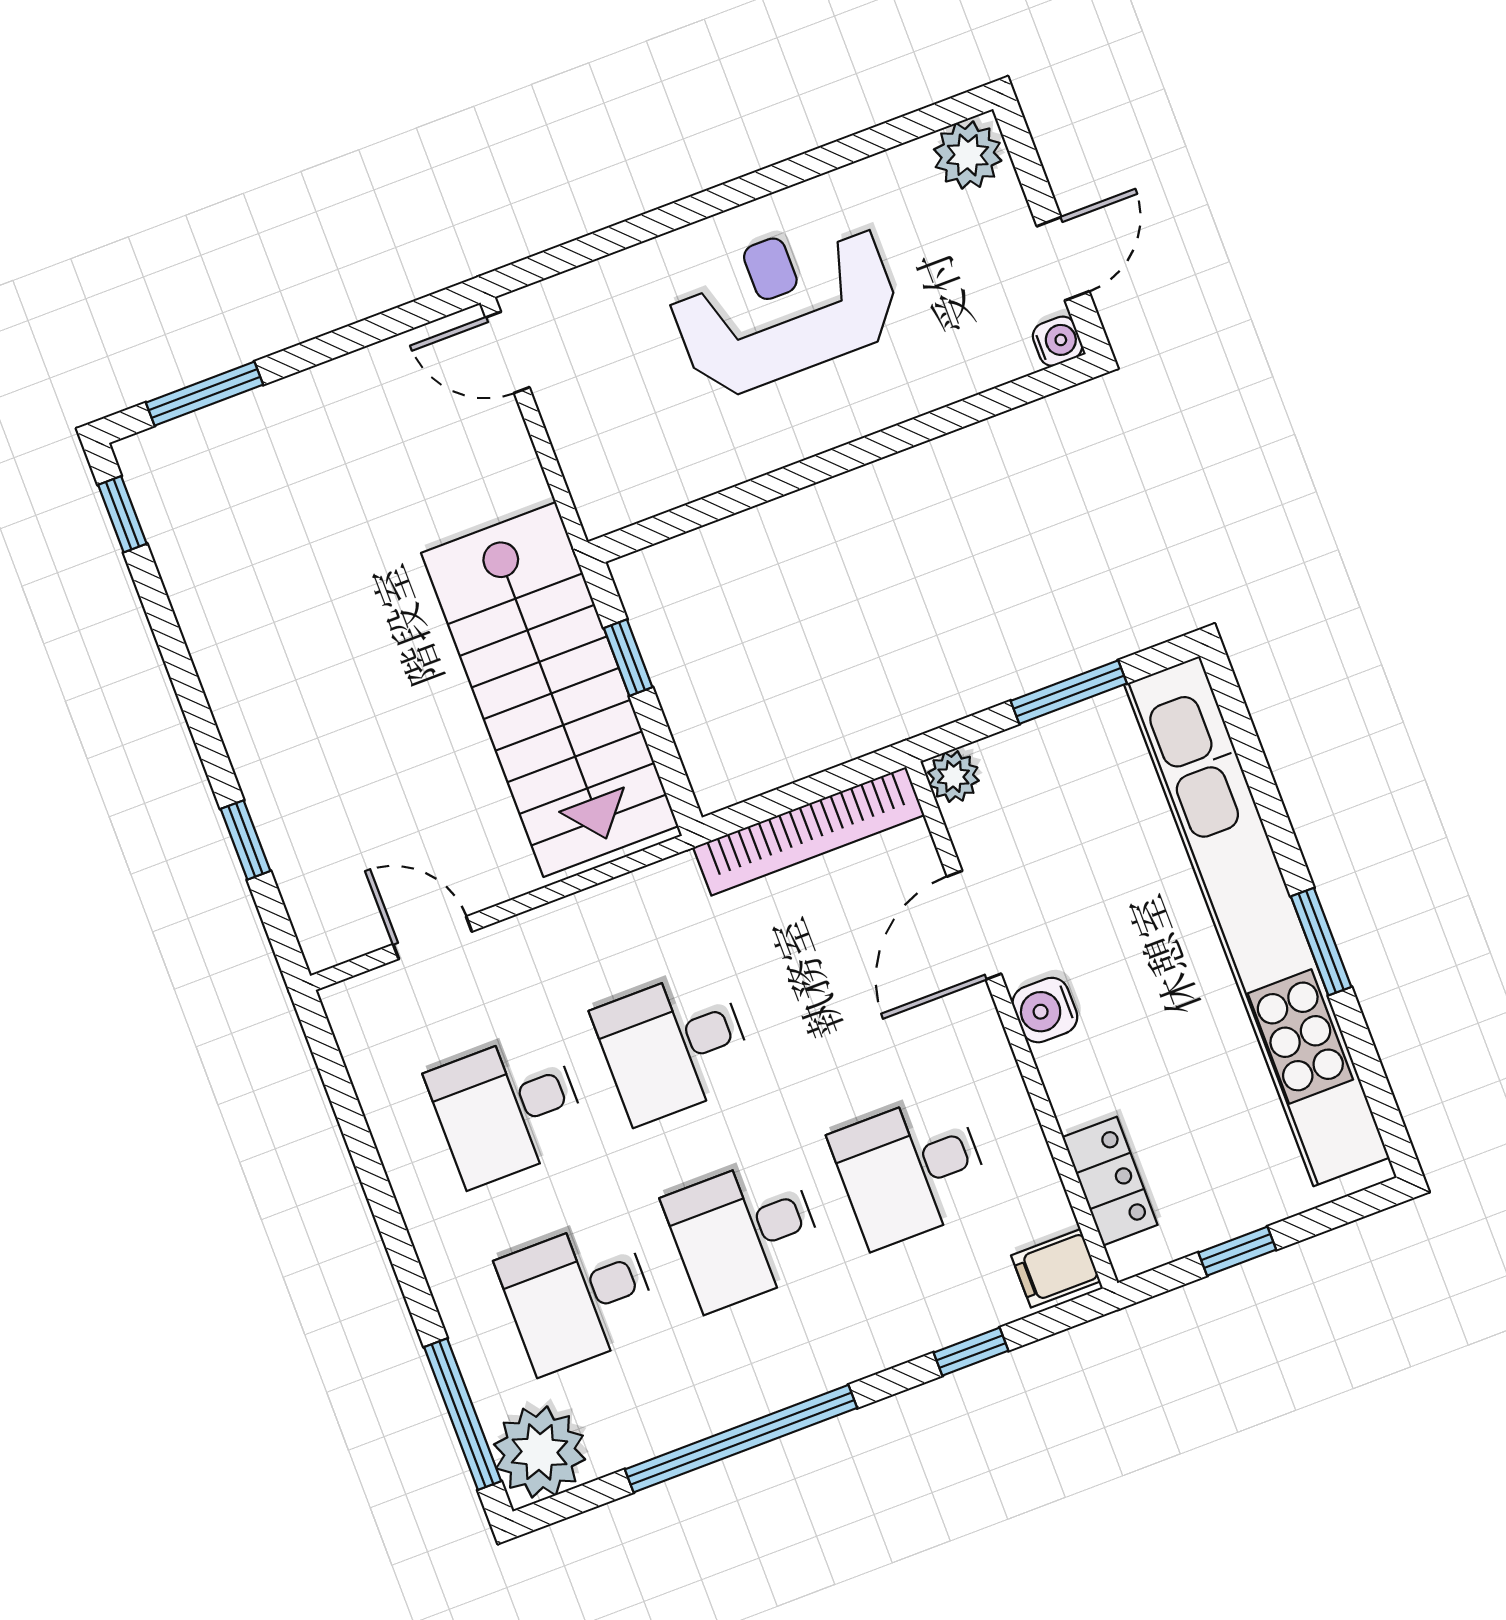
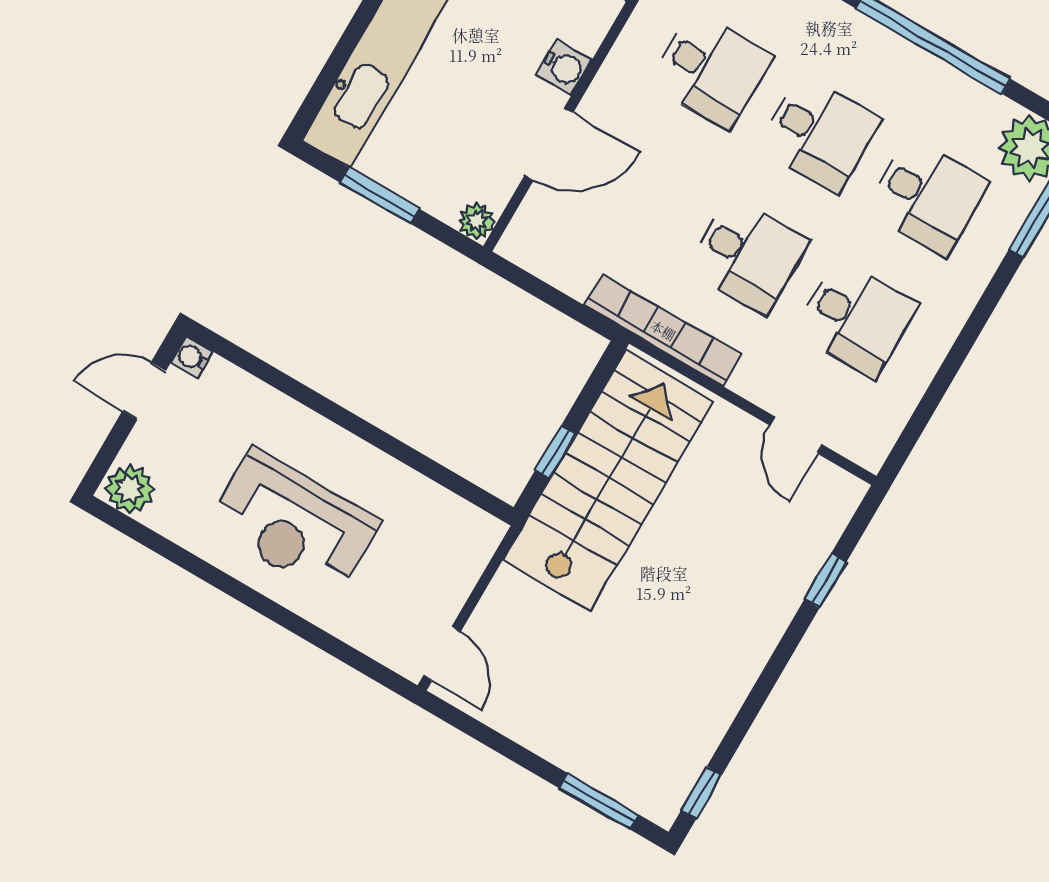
bookcase: (809, 831) -> (663, 330), moved

